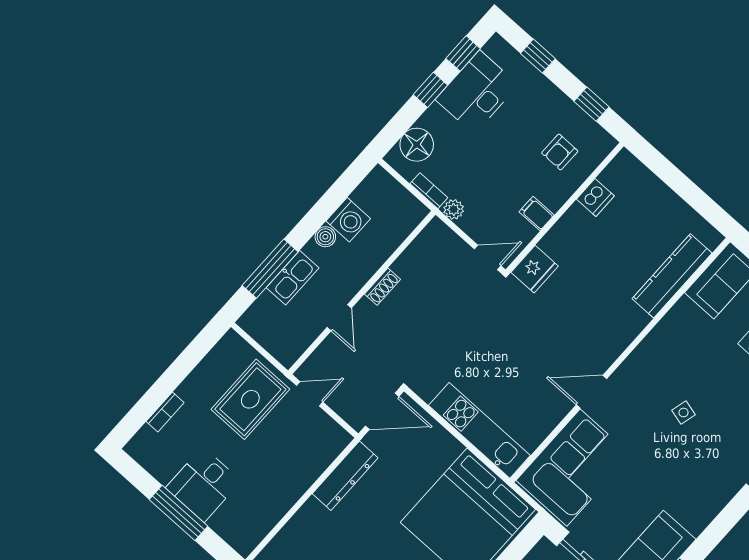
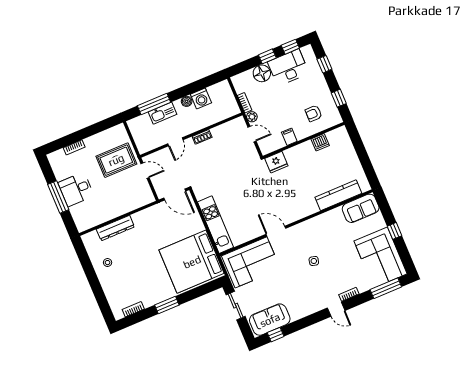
floor lamp: (417, 145) -> (262, 73), moved
door: (488, 257) -> (252, 134), moved
dresser: (345, 476) -> (115, 228), moved

